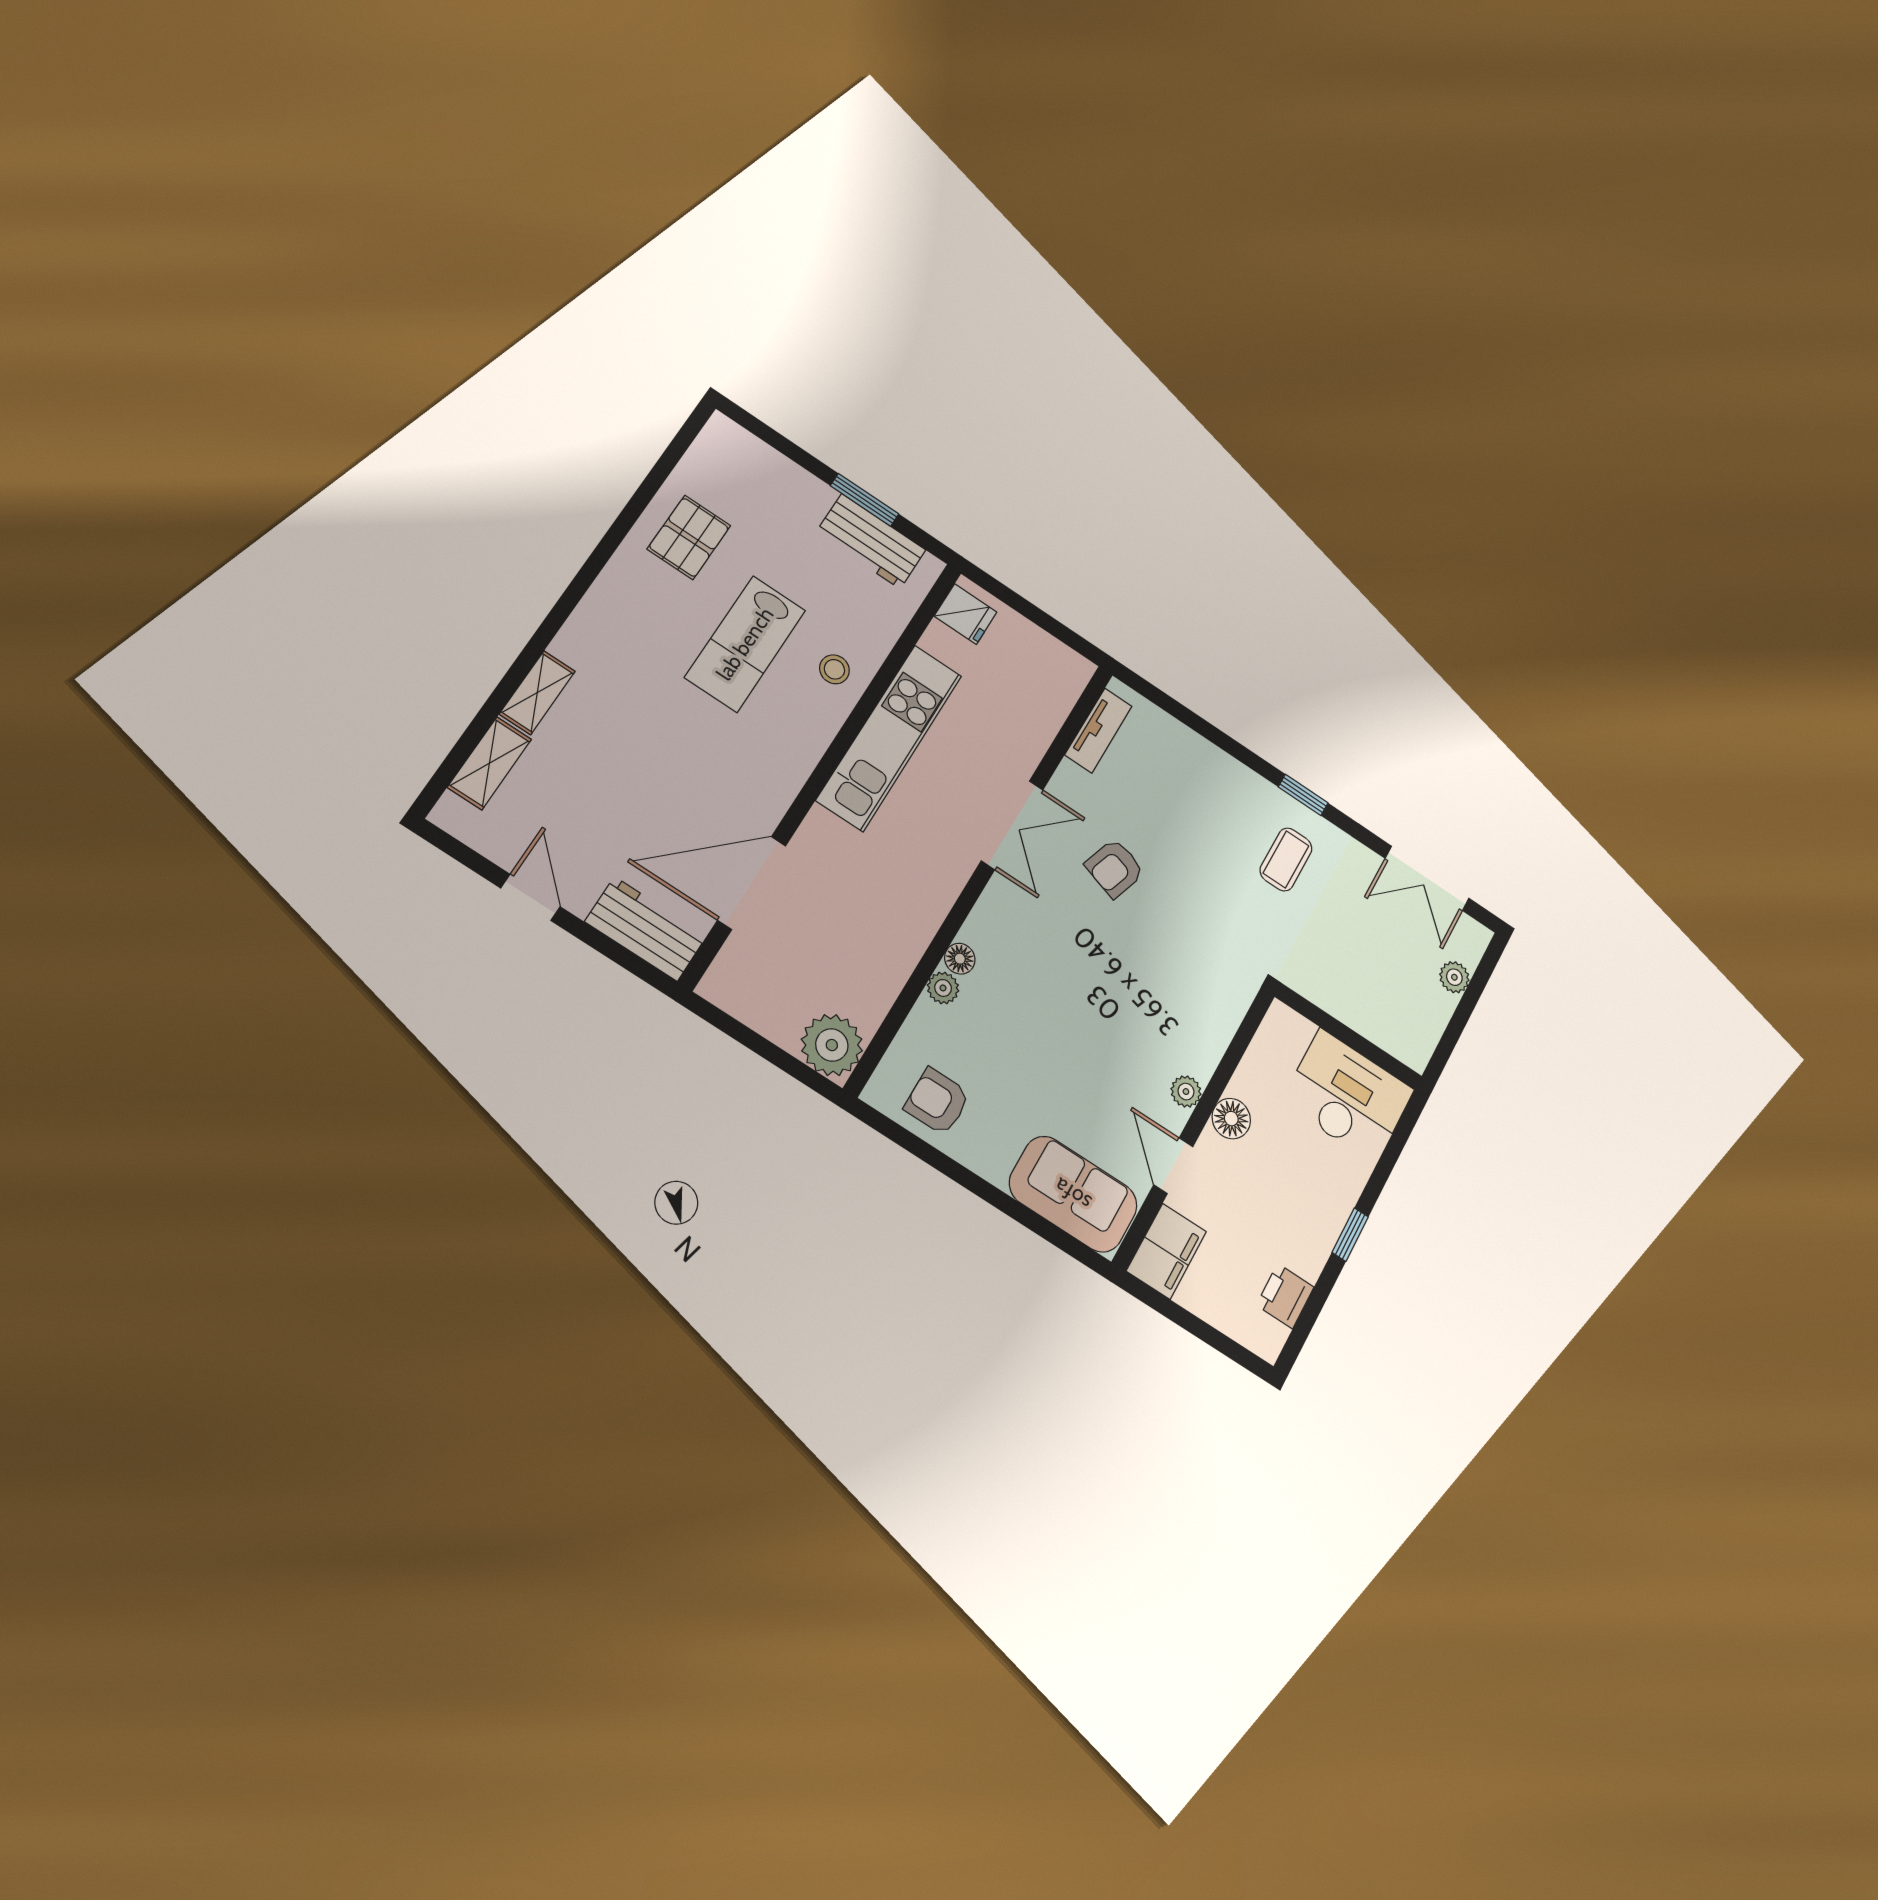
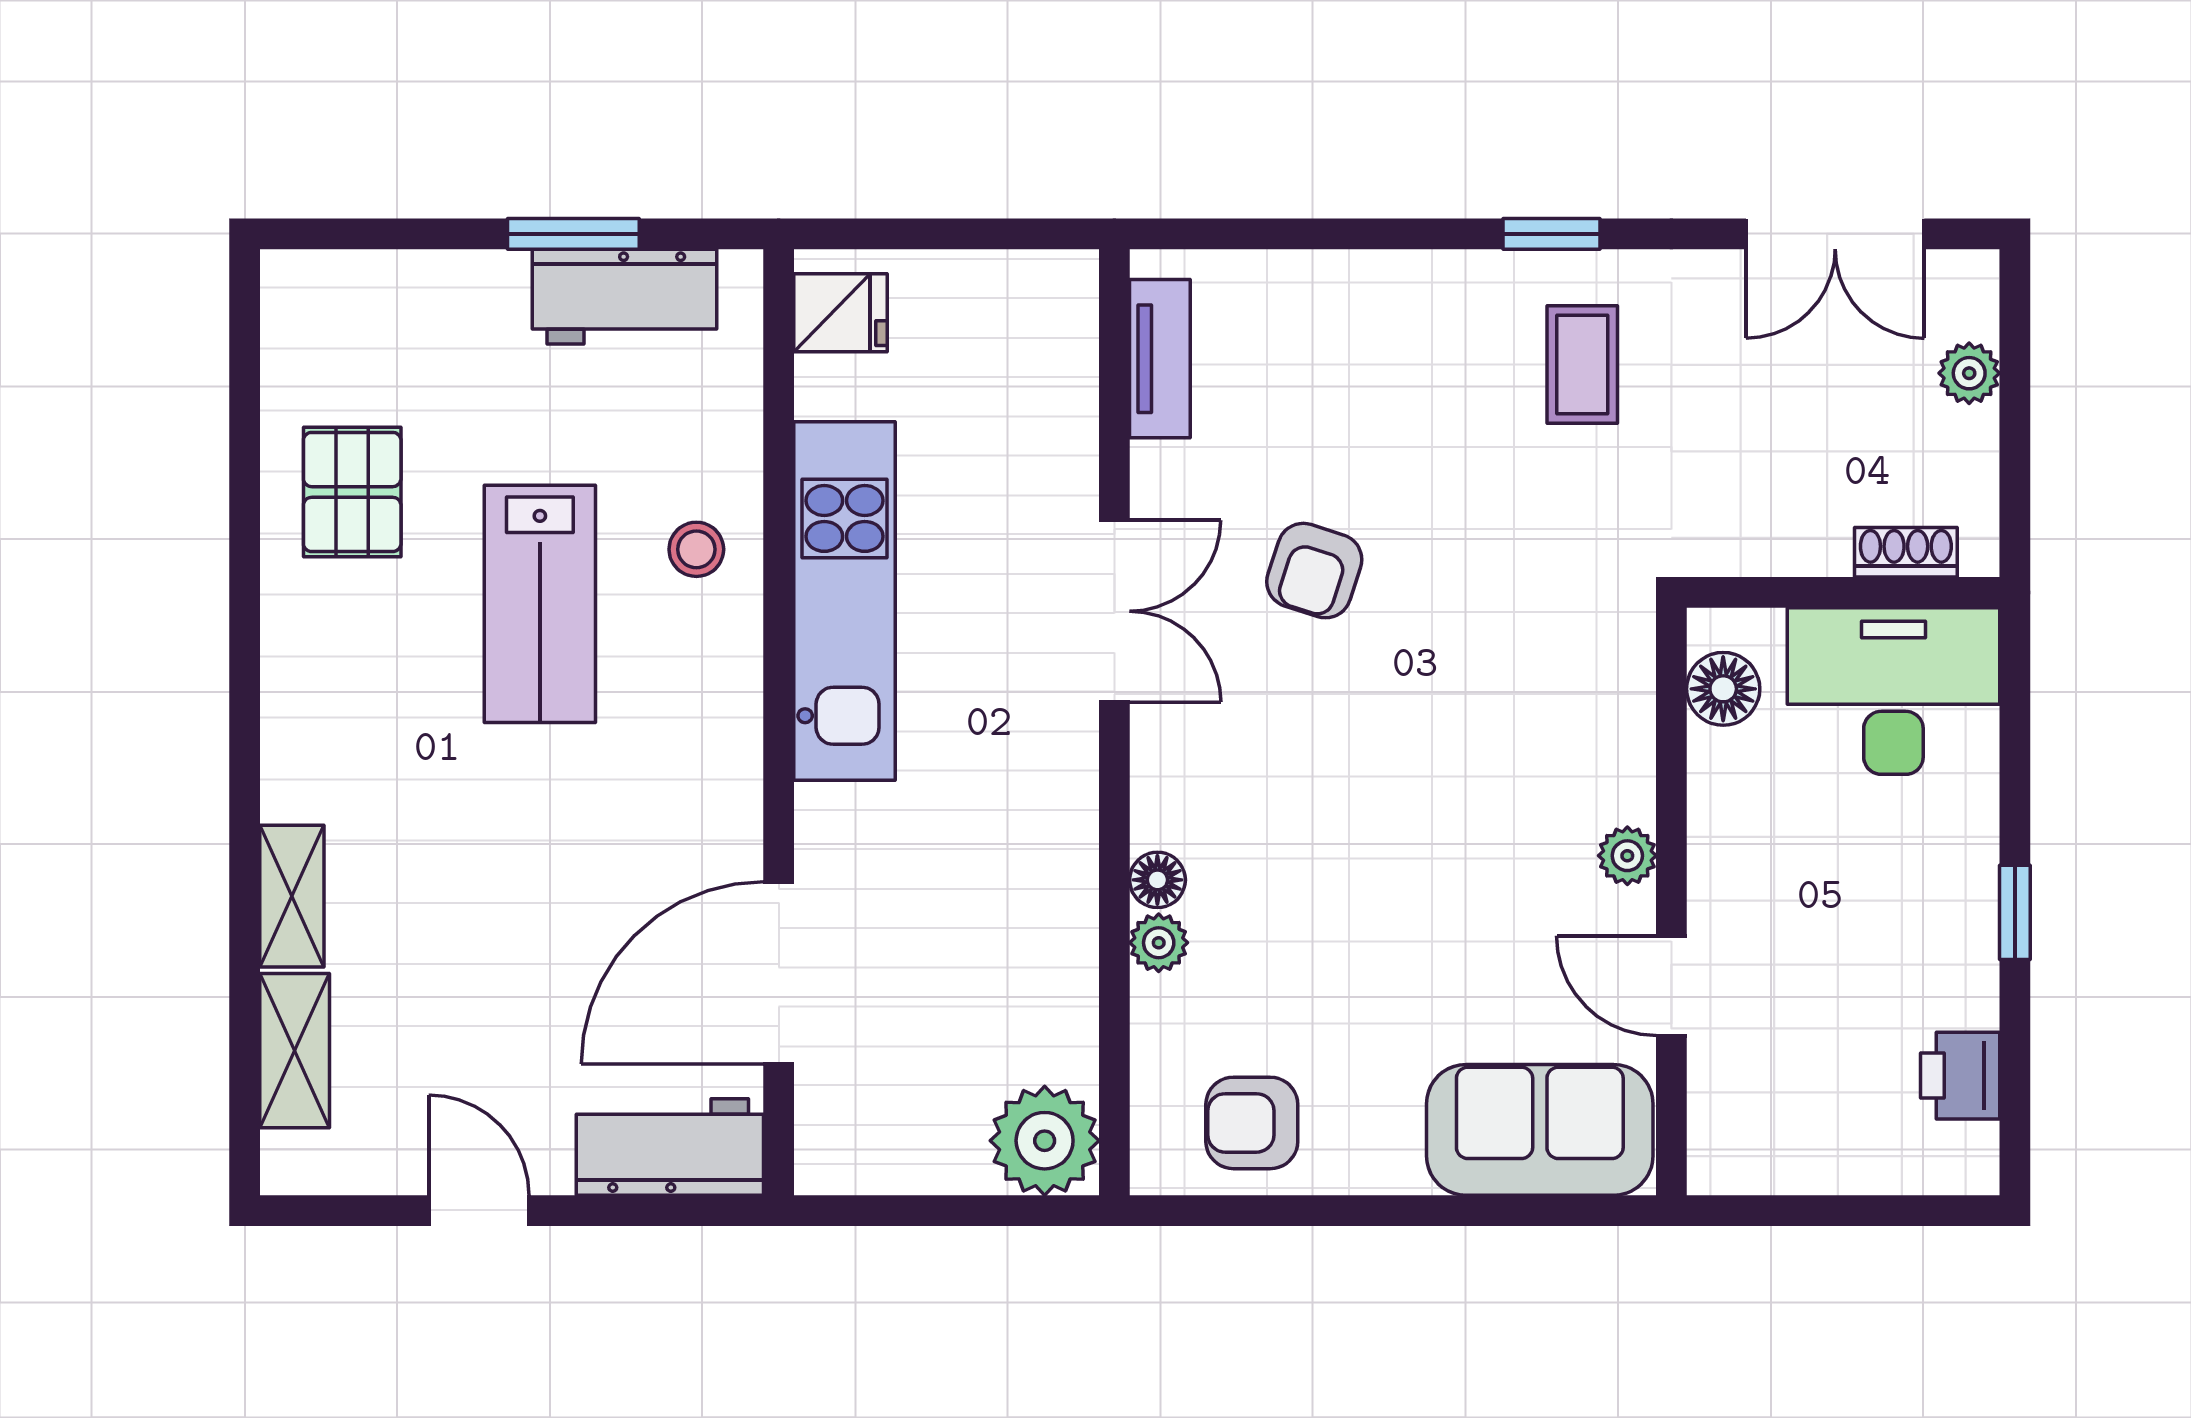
shoe rack: (1386, 1037) -> (1906, 552), added
floor lamp: (1231, 1119) -> (1723, 689), moved
filing cabinet: (1166, 1251) -> (1733, 1125), removed

